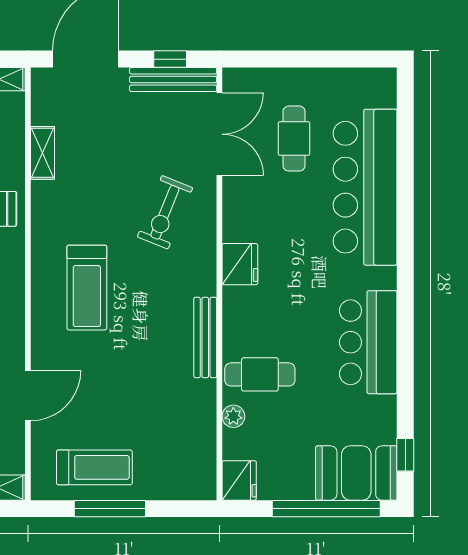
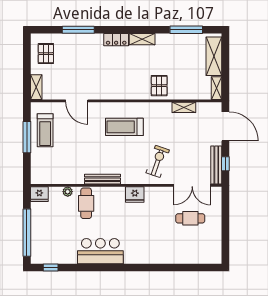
bar counter: (365, 187) -> (169, 250), removed
exercise bike: (165, 212) -> (158, 161), turned 87
booth: (356, 473) -> (43, 246), removed

